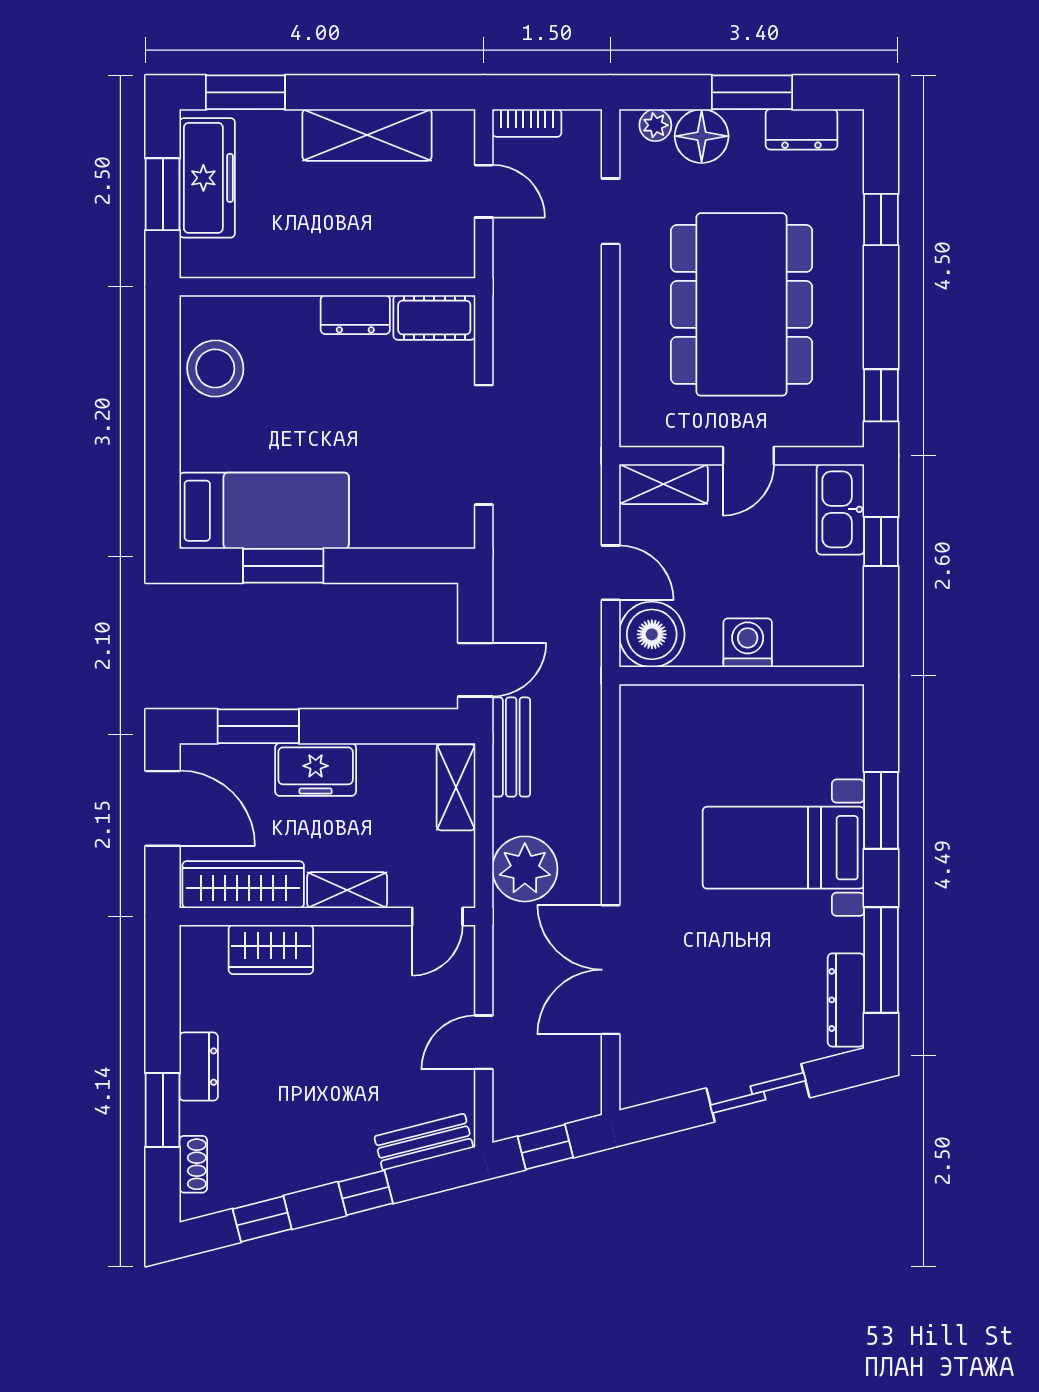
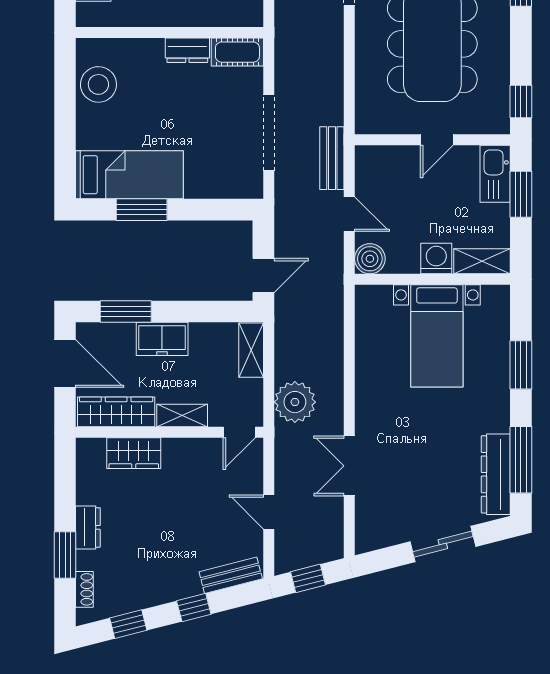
shelving: (663, 484) -> (482, 261), moved
window: (881, 542) -> (521, 194), width x1.50
boiler: (652, 634) -> (370, 259), width x0.73, depth x0.73
bench: (511, 747) -> (332, 158), moved
bed with nightstands: (783, 848) -> (437, 336), moved, turned -90
double door: (611, 970) -> (349, 466), width x0.73
dresser: (846, 1000) -> (496, 474), width x1.37, depth x1.24
door: (484, 1042) -> (269, 512), hinge flipped

